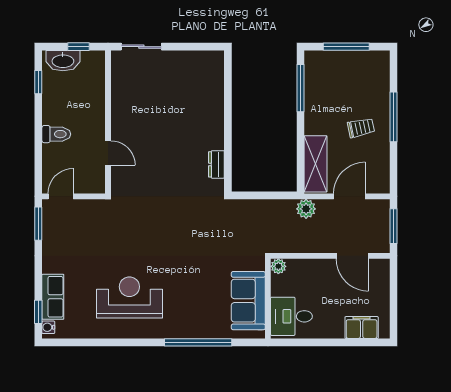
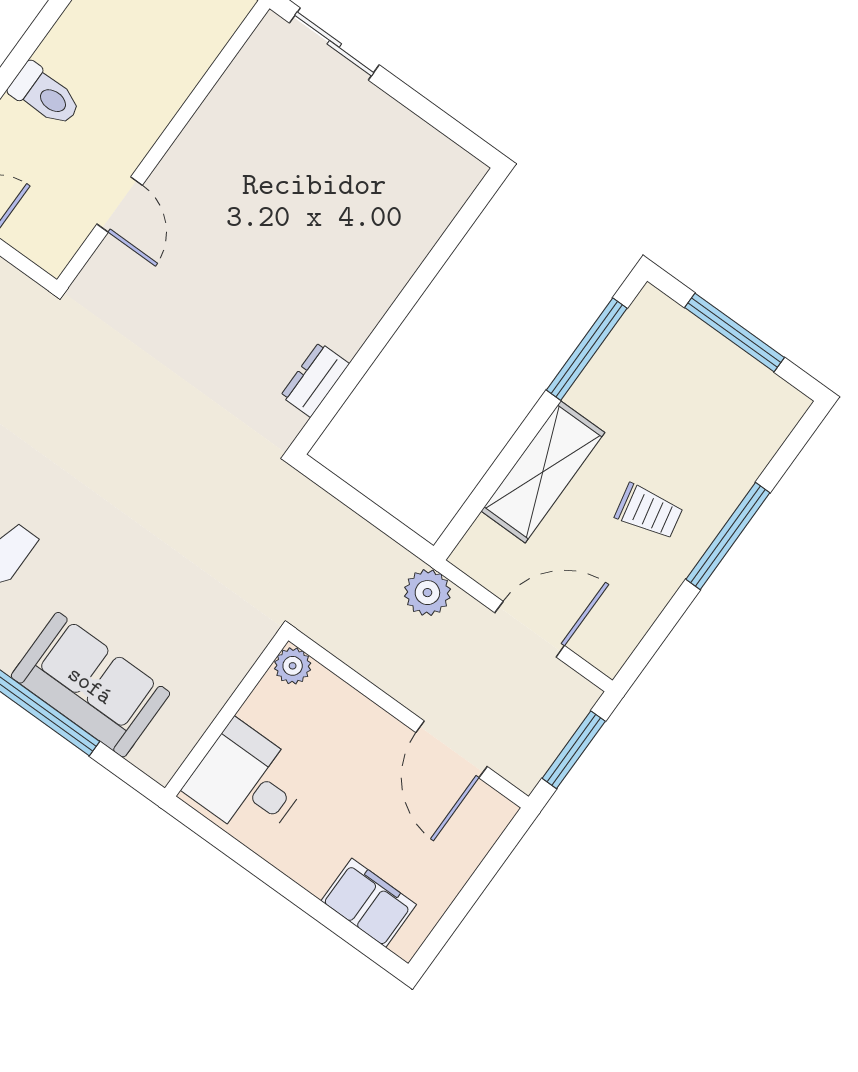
shelving: (316, 164) -> (543, 472), moved
sofa: (248, 301) -> (90, 685), moved, turned 90

